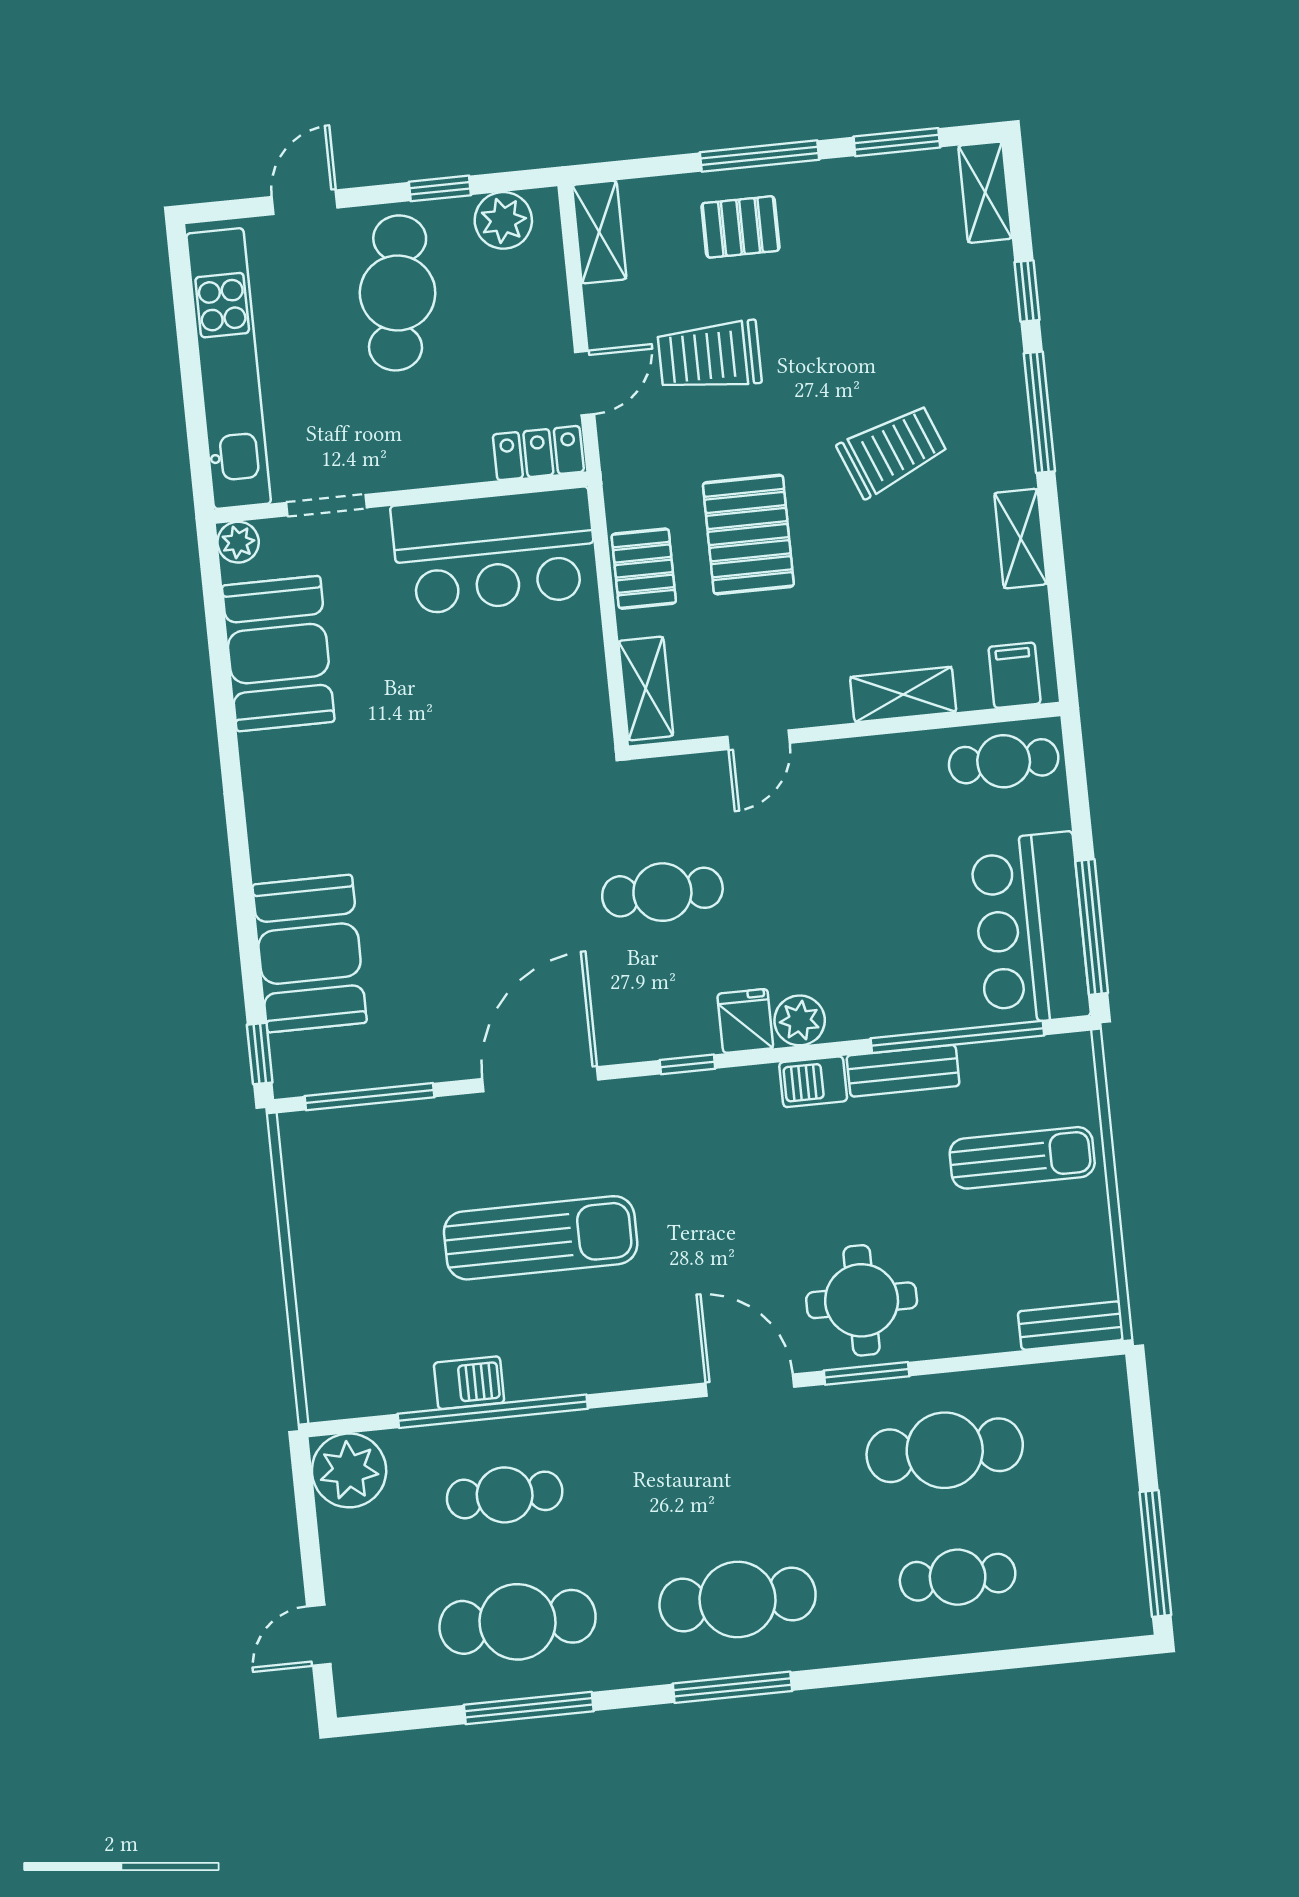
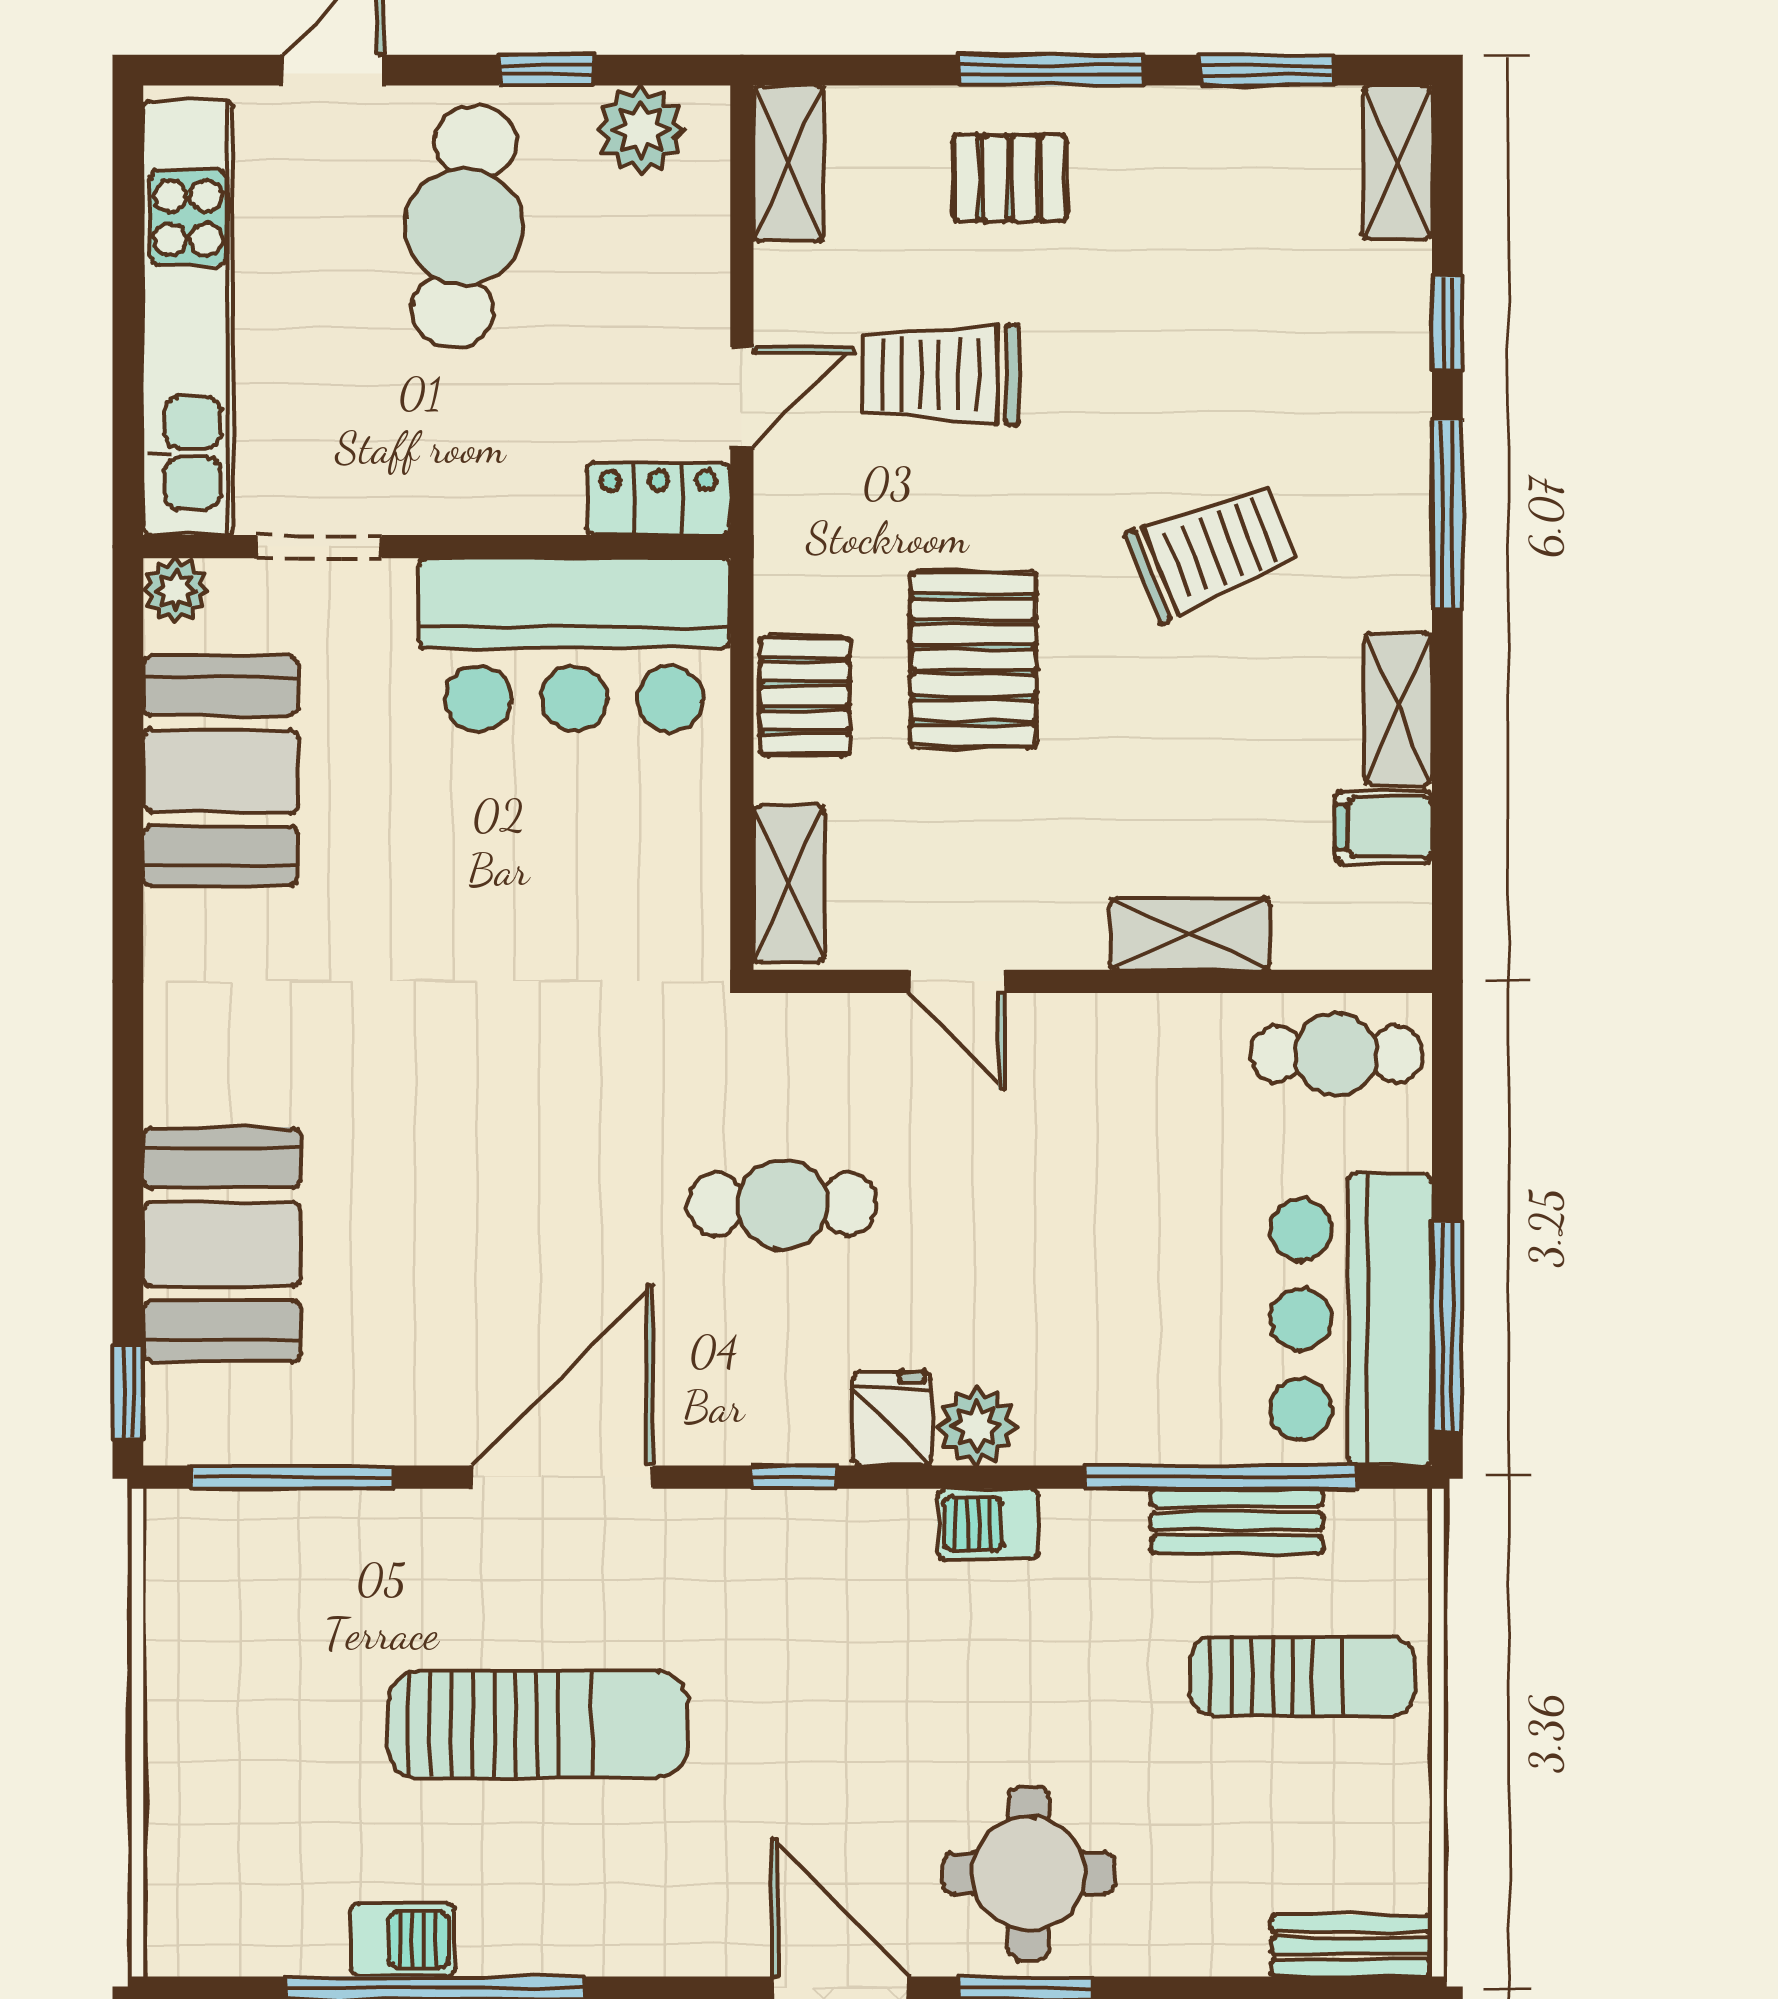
filing cabinet: (1015, 675) -> (1384, 827), moved, turned -90
door: (759, 740) -> (957, 981), hinge flipped
bench: (903, 1071) -> (1237, 1521), moved

